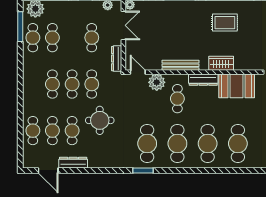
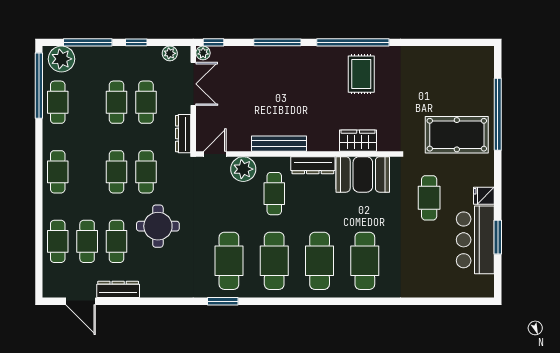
rug: (225, 23) -> (361, 74), moved, turned 90
window: (20, 27) -> (39, 86), width x1.46
cafe table: (52, 38) -> (117, 102), moved
wardrobe: (221, 63) -> (358, 141), moved
door: (138, 72) -> (215, 154), hinge flipped
cafe table: (52, 84) -> (58, 172), moved

